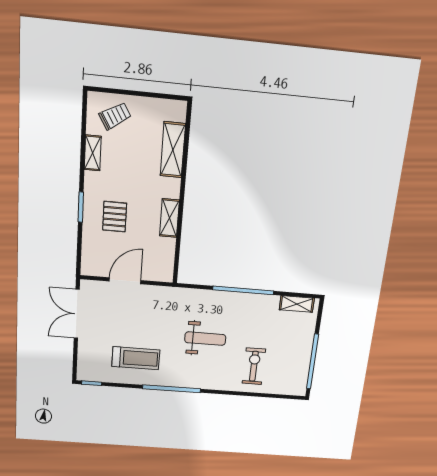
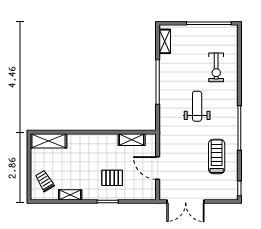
shelving: (173, 150) -> (49, 141), moved
shelving: (169, 218) -> (132, 140), moved
exercise bike: (254, 366) -> (216, 67), turned -90

